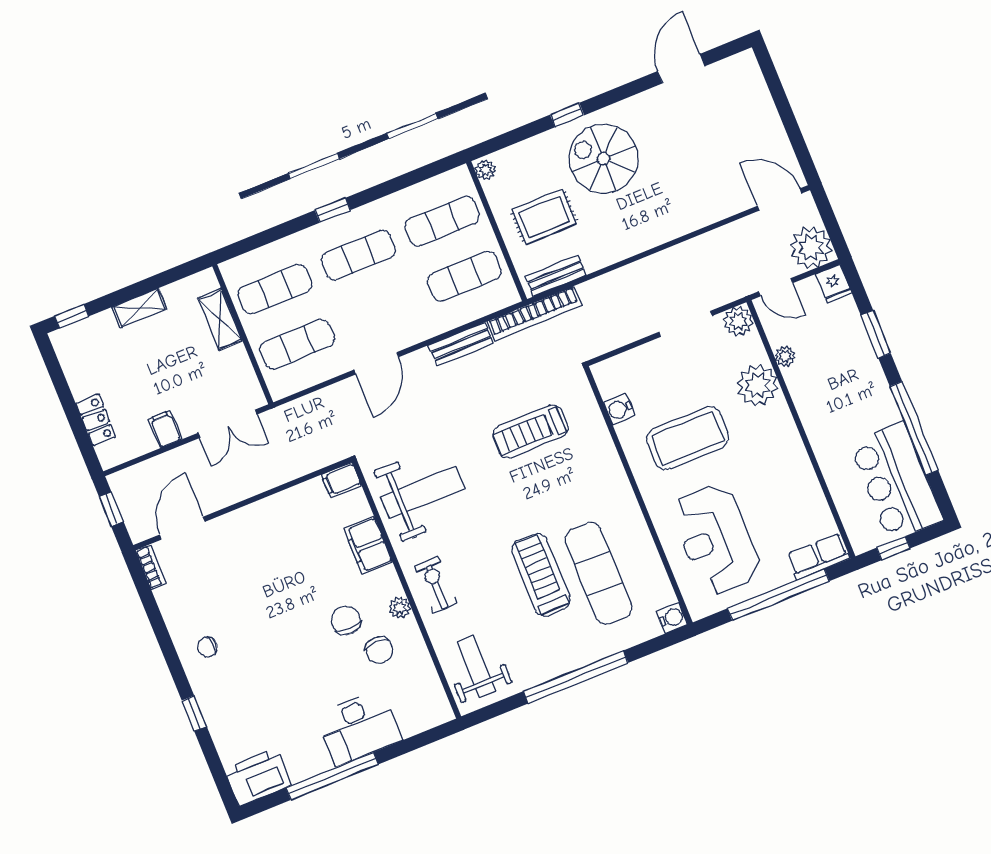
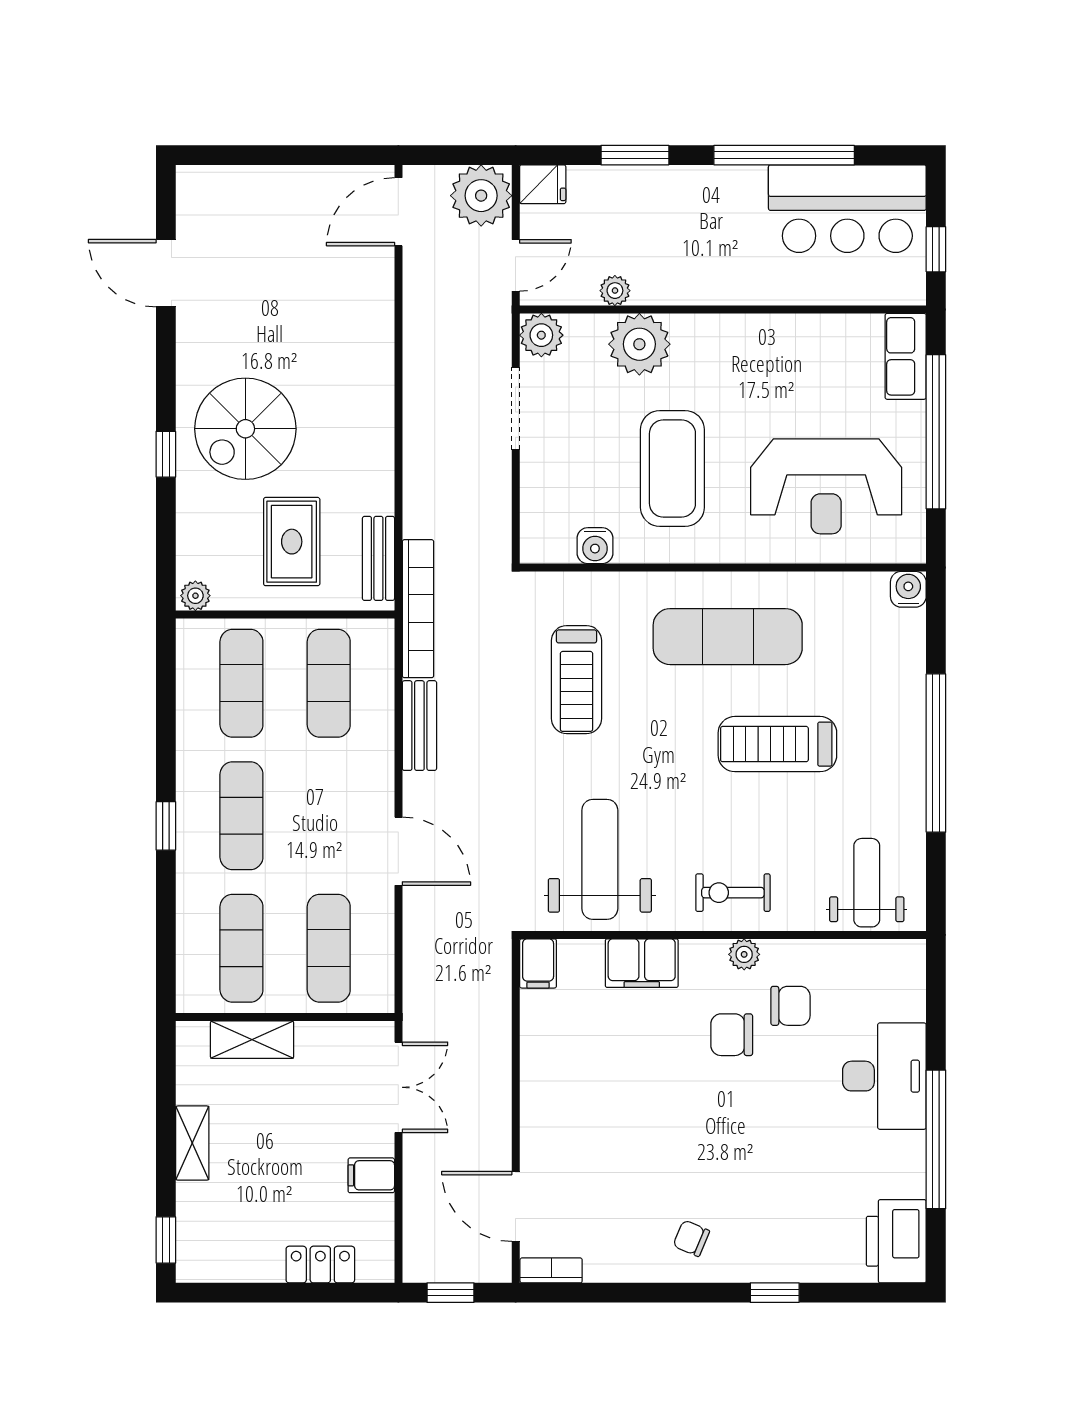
exercise mat: (599, 574) -> (728, 637), moved
chair: (207, 647) -> (691, 1238), turned 113
weight bench: (476, 667) -> (867, 883), turned 90

